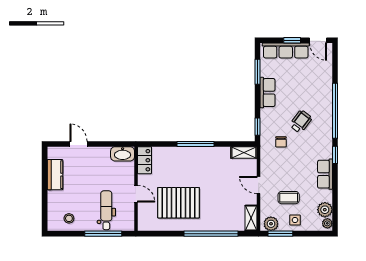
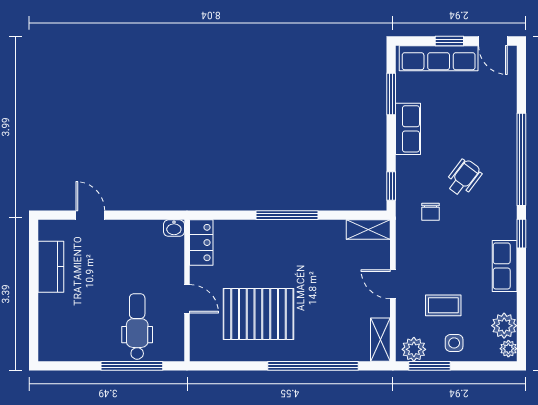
washbasin: (123, 154) -> (174, 228), width x0.52, depth x0.69
stool: (69, 218) -> (74, 340), removed

